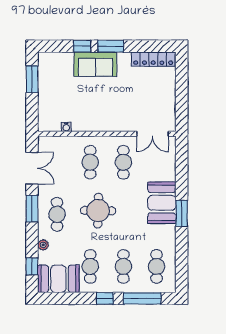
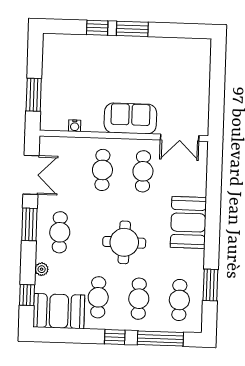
locker: (153, 59) -> (184, 46), removed
sofa: (95, 64) -> (130, 118), moved, turned 180
window: (32, 79) -> (34, 95), moved
round table: (98, 211) -> (124, 242), moved
window: (182, 213) -> (210, 285), moved

